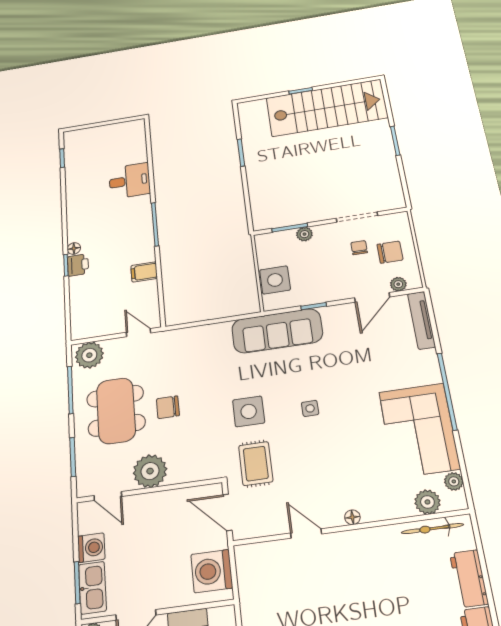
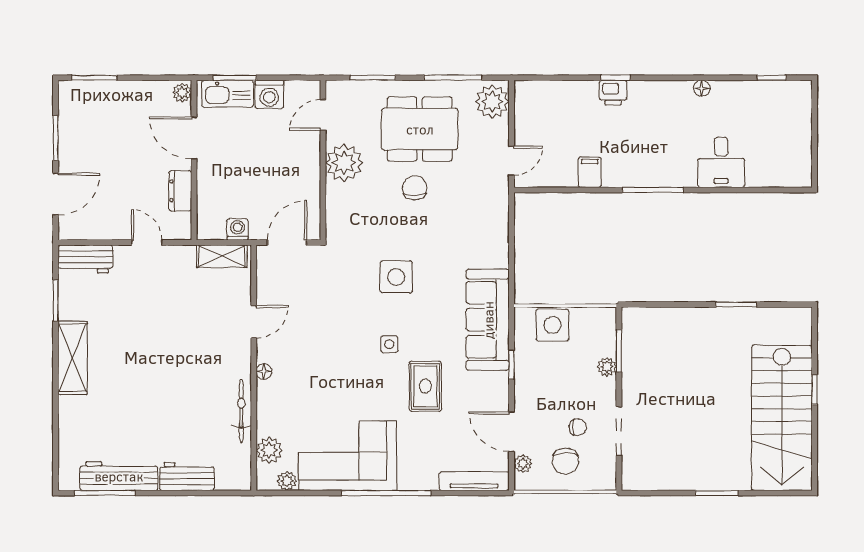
floor lamp: (74, 248) -> (702, 88), moved
rug: (256, 464) -> (425, 386), moved, turned 90
bicycle: (432, 529) -> (241, 411), moved
washing machine: (212, 571) -> (238, 229), width x0.53, depth x0.53
shelving: (247, 573) -> (222, 256), added

